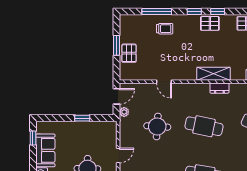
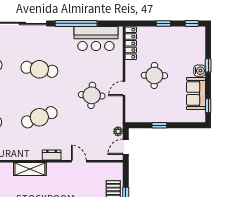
dresser: (219, 88) -> (52, 155), moved
round table: (157, 126) -> (92, 95), moved
cafe table: (204, 126) -> (39, 117), turned -33

